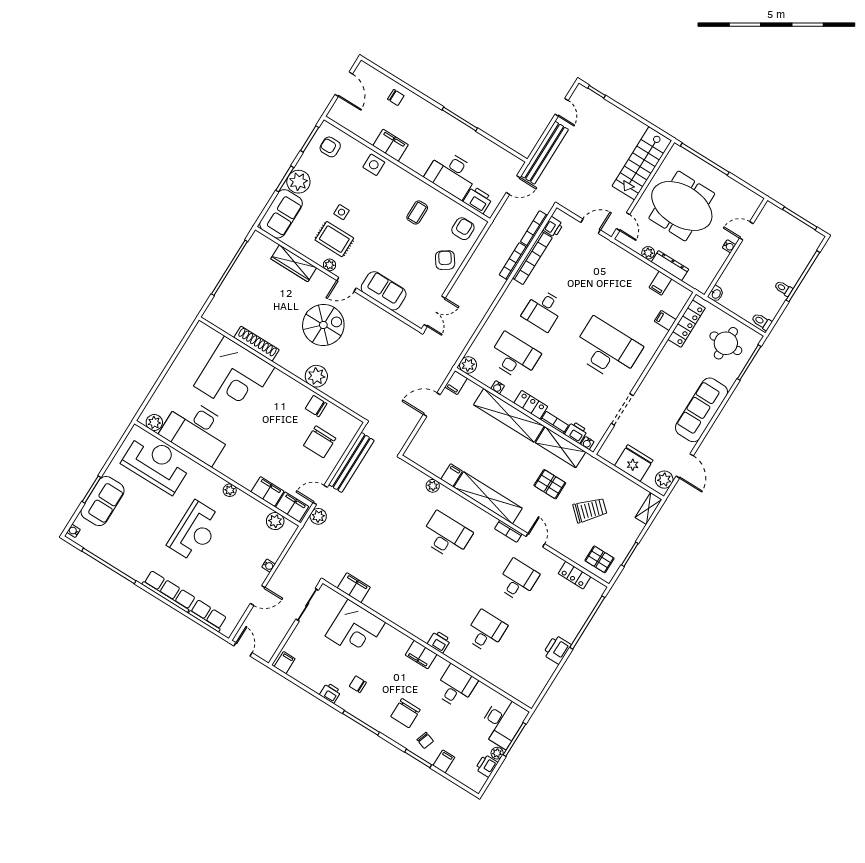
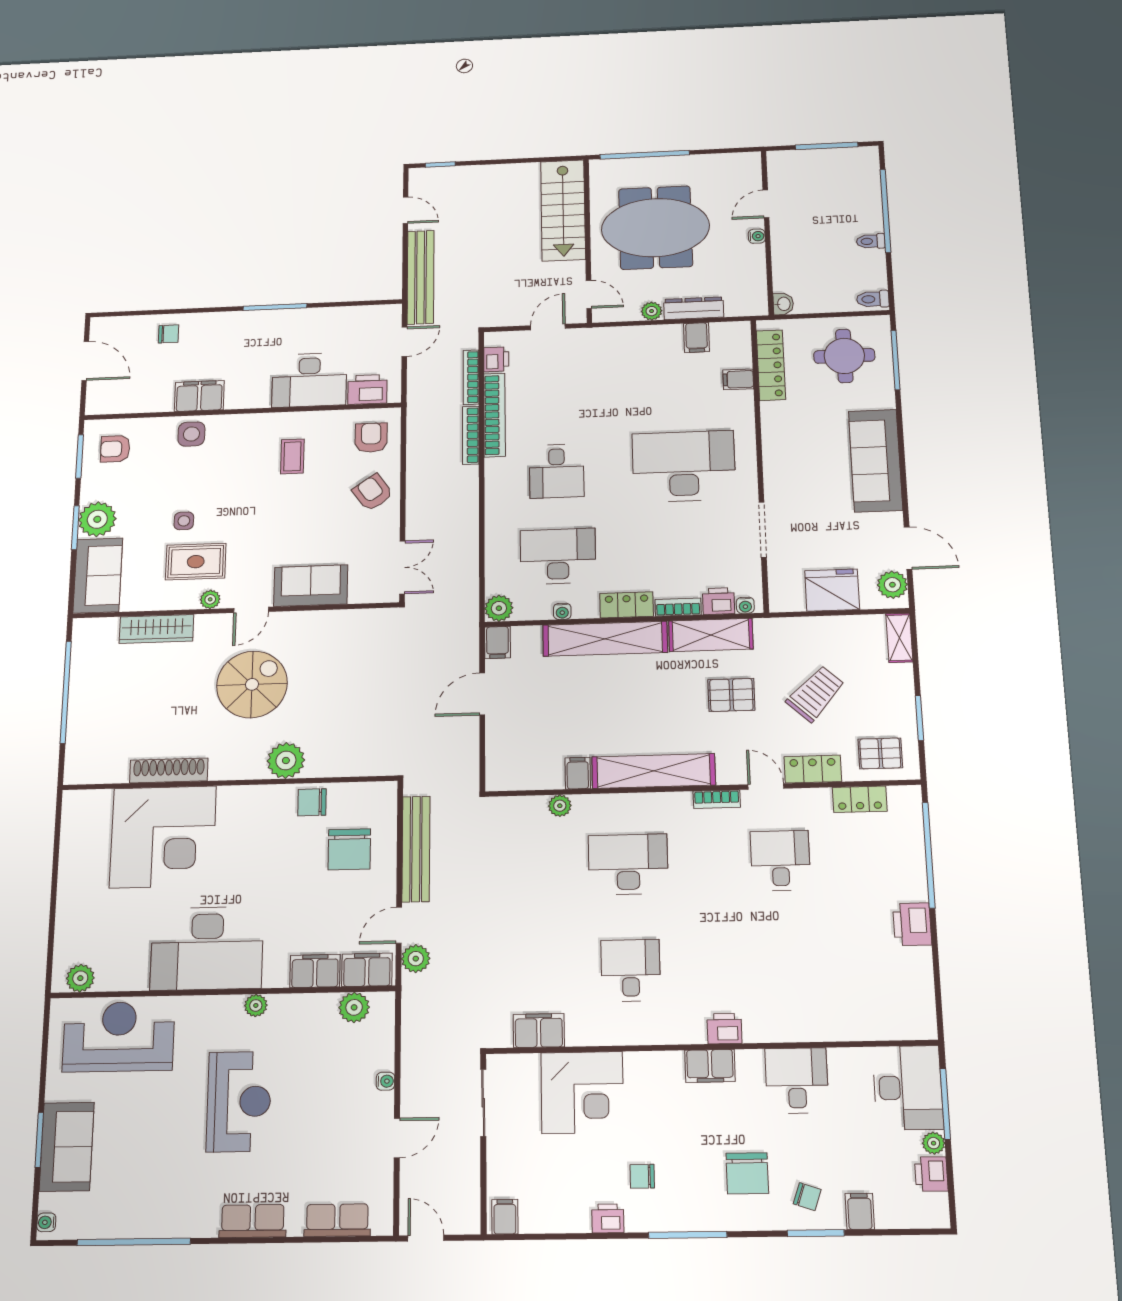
desk: (197, 431) -> (207, 948), moved
locker: (563, 546) -> (813, 769), added
row of seats: (169, 591) -> (253, 1221), width x0.68
desk: (486, 632) -> (631, 970), moved

